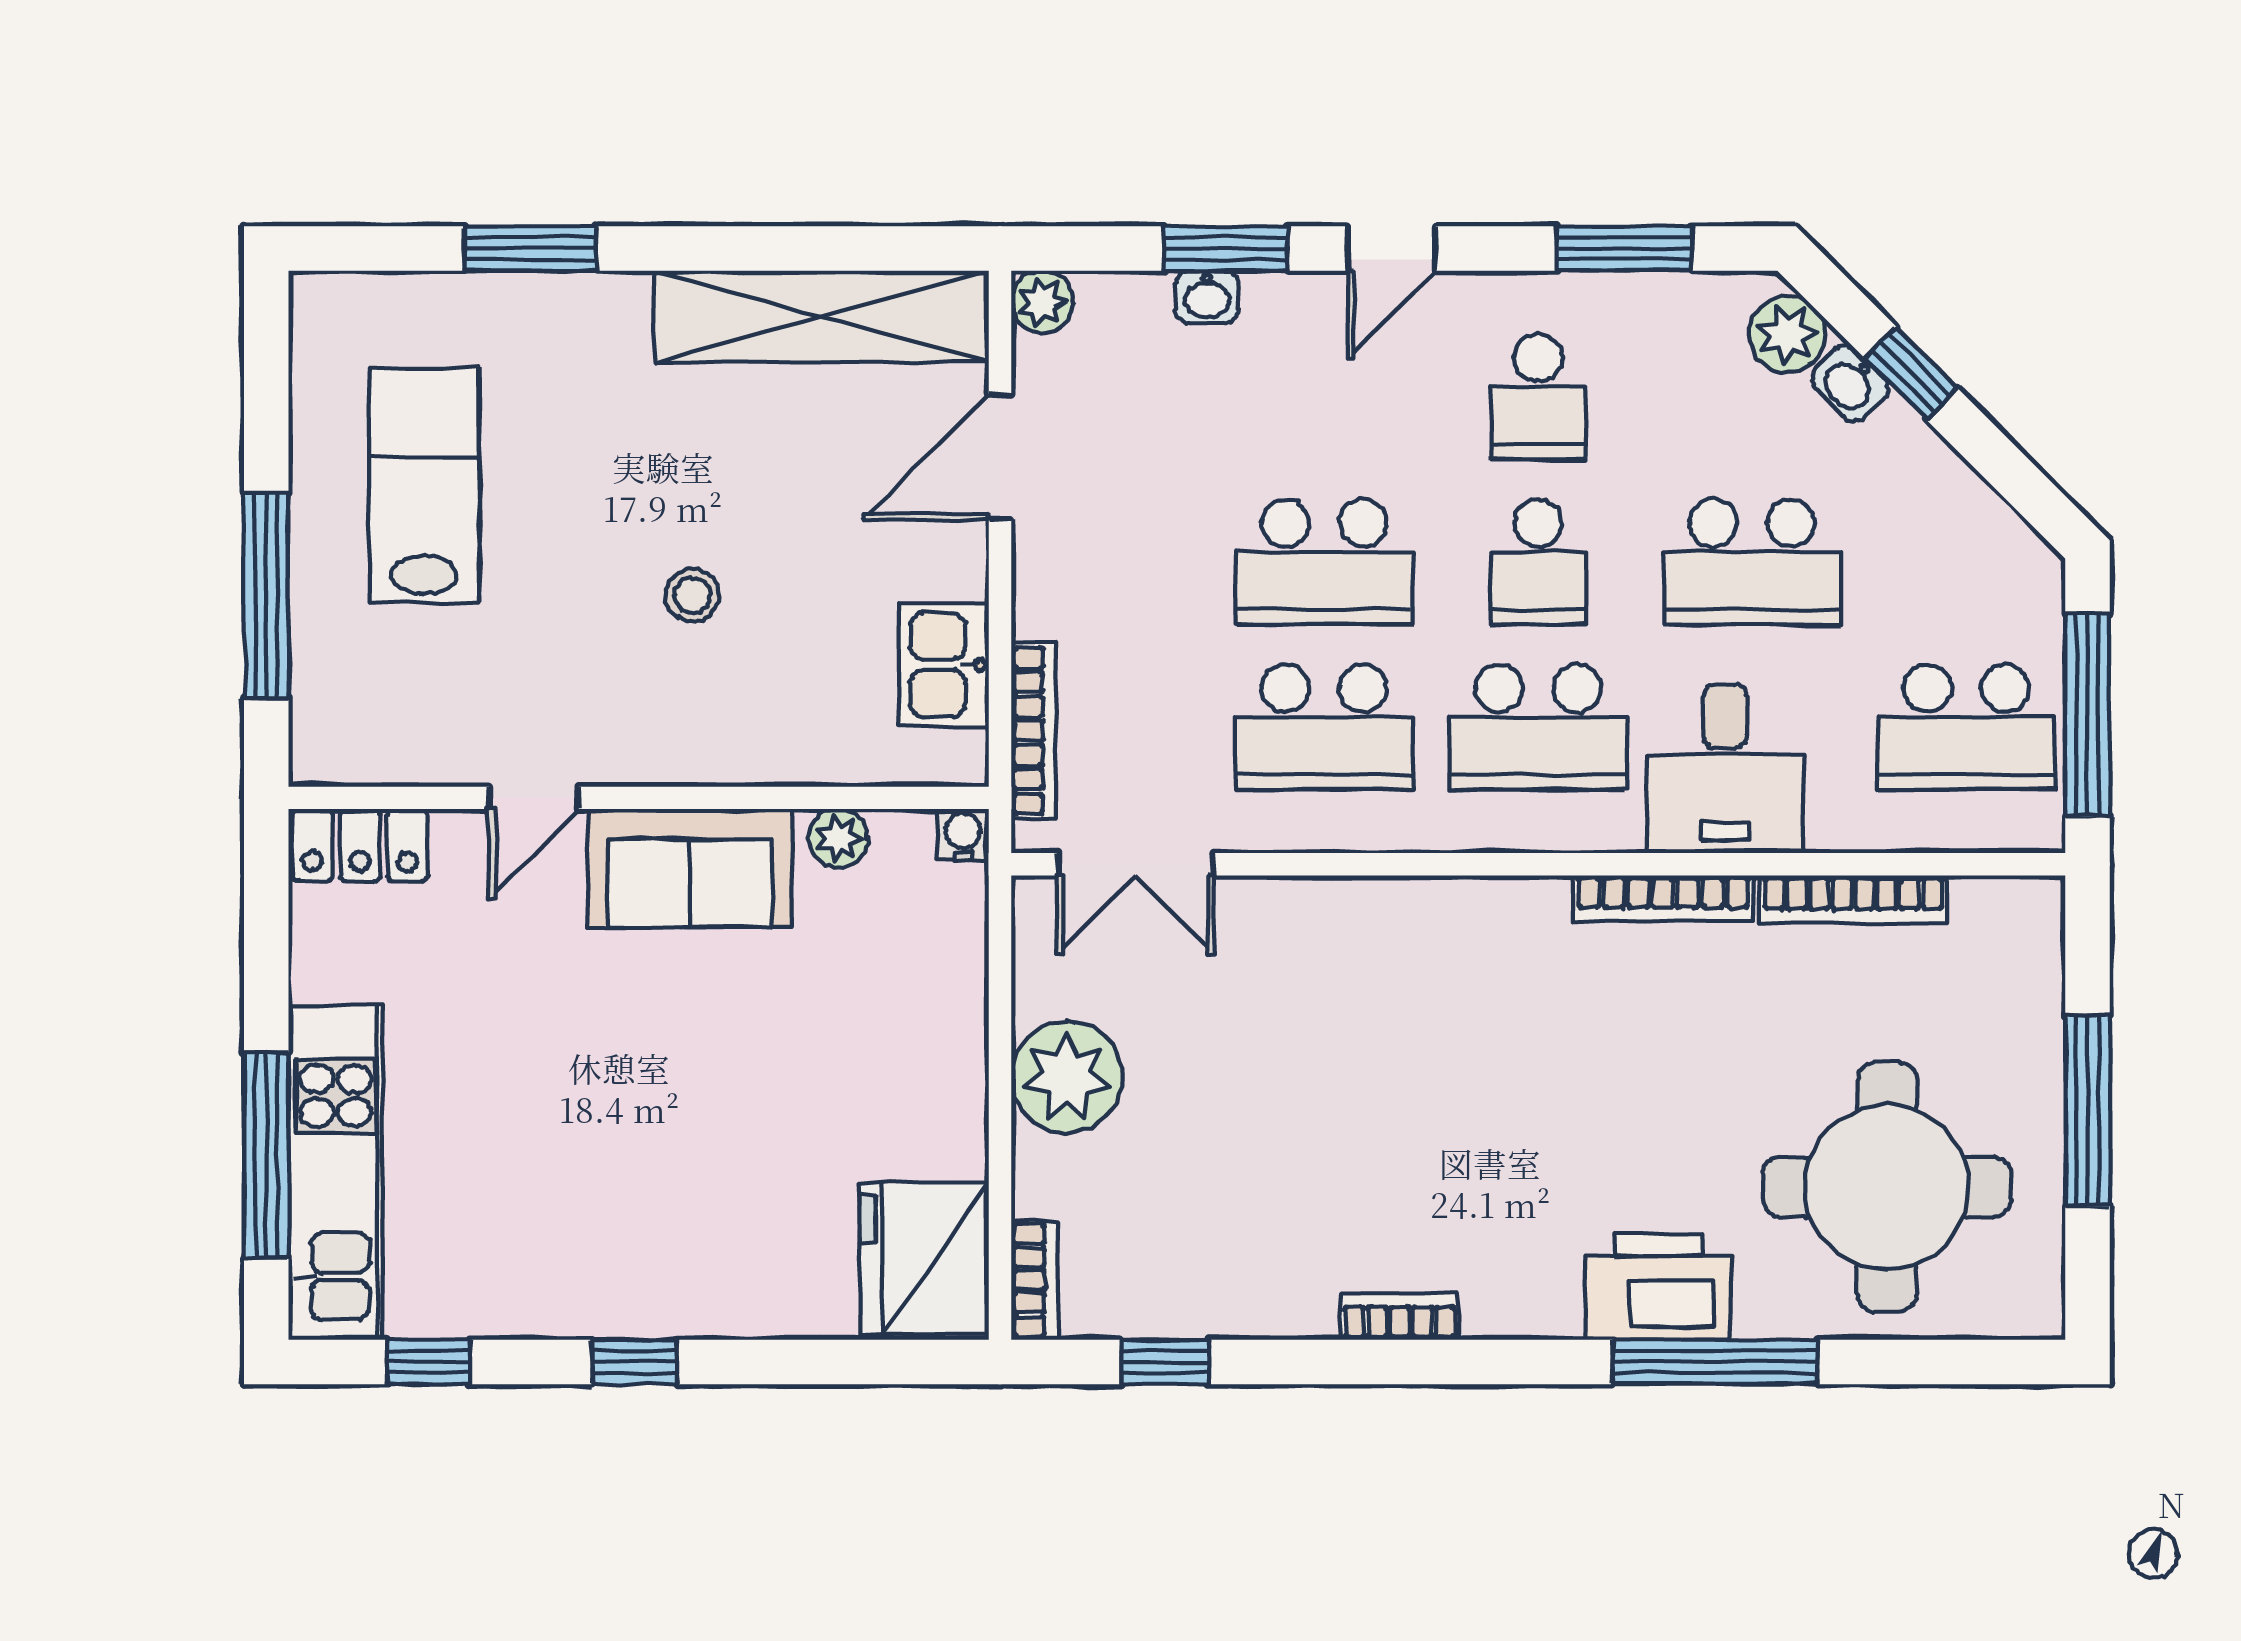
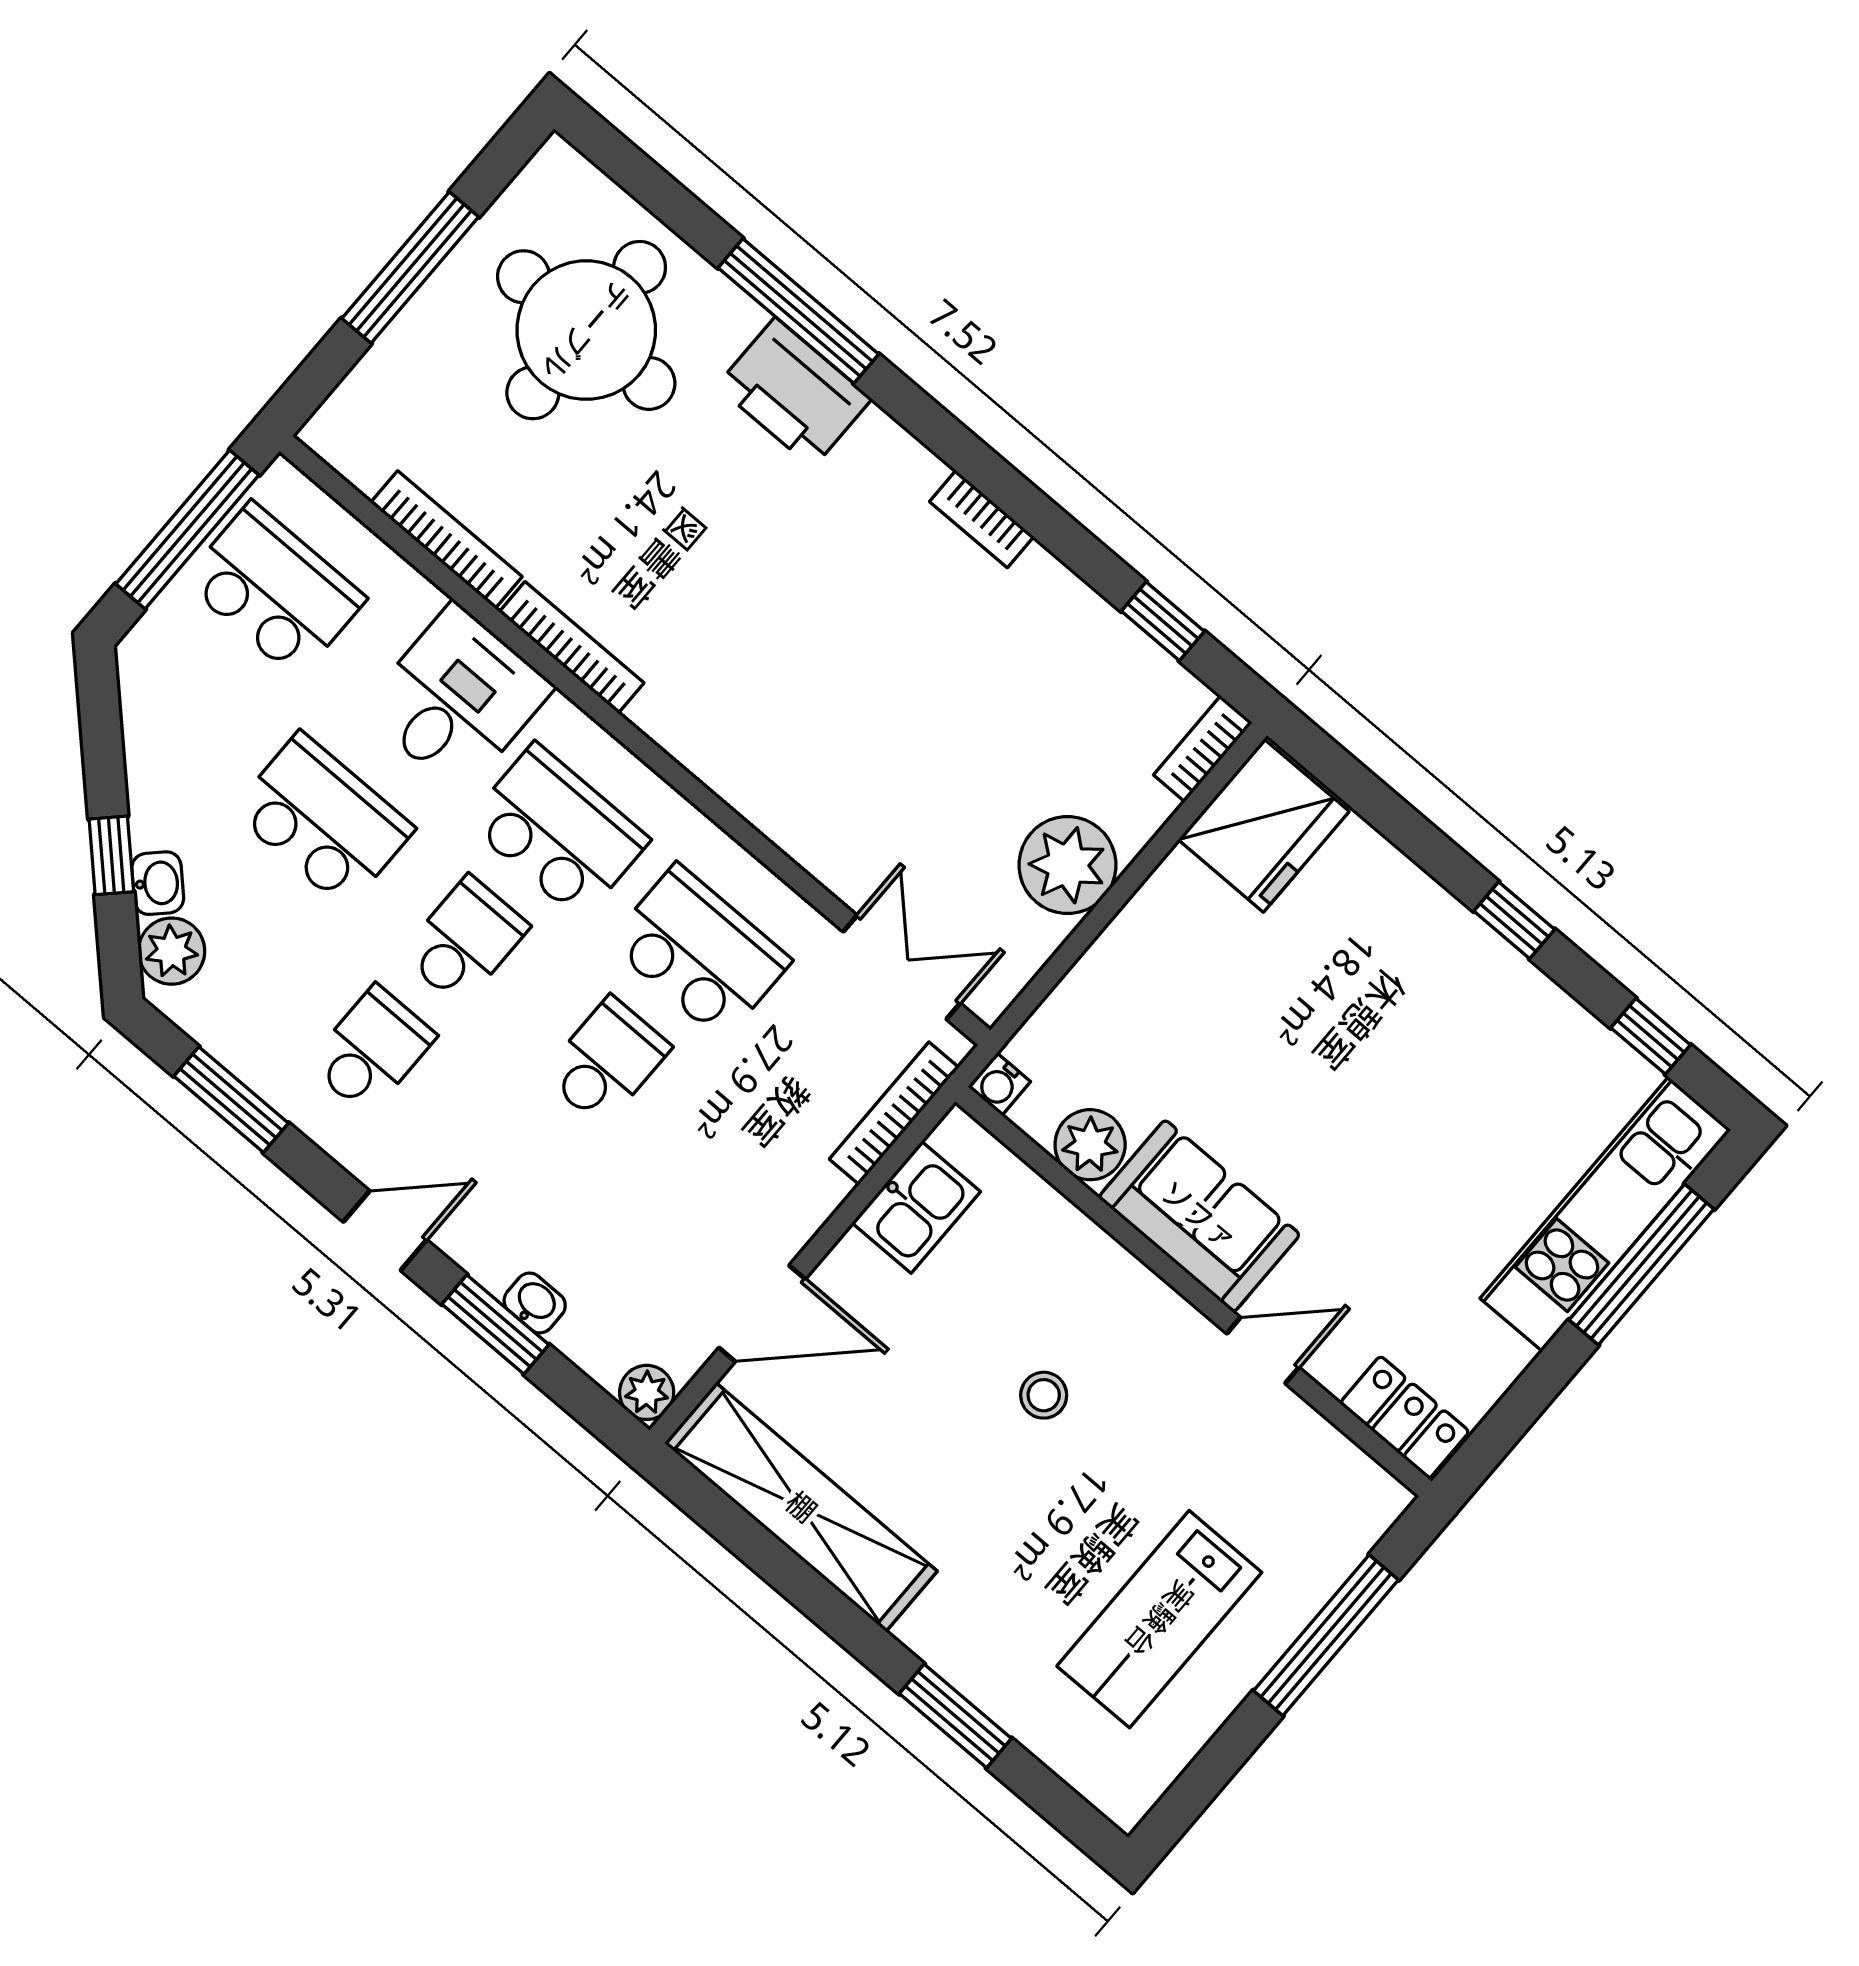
school desk: (1324, 562) -> (607, 1061), width x0.54
plant: (839, 838) -> (1090, 1145), width x1.38, depth x1.38

